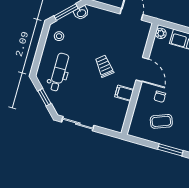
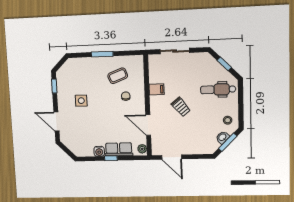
washbasin: (81, 13) -> (223, 137), moved
door: (142, 70) -> (148, 125), moved
dental chair: (59, 72) -> (218, 90), turned 90
sliding door: (78, 124) -> (175, 51), moved

